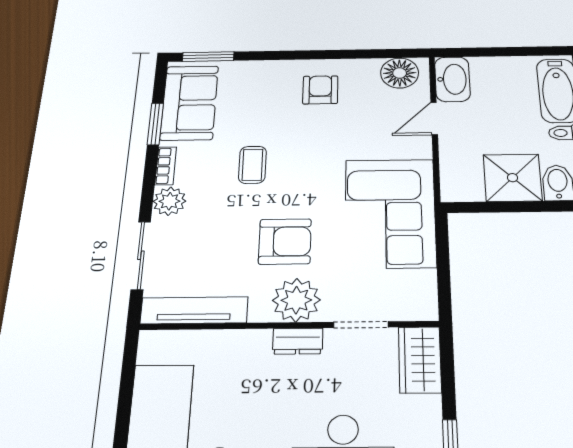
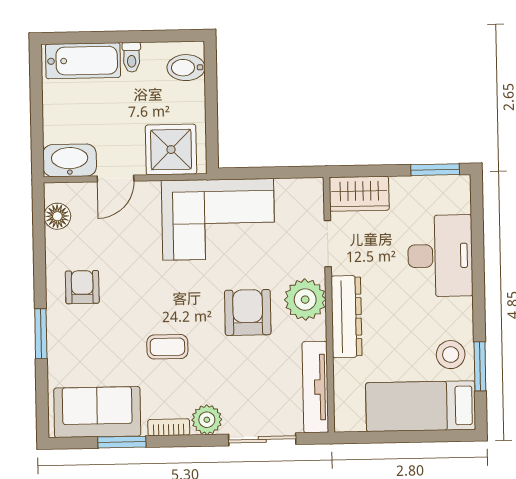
window: (208, 57) -> (41, 334), moved
floor lamp: (400, 73) -> (57, 216), width x0.73, depth x0.73
armchair: (320, 90) -> (82, 287), turned 90
door: (434, 119) -> (115, 179), hinge flipped
shower: (513, 178) -> (171, 150), moved
dresser: (298, 341) -> (347, 317), width x1.96, depth x1.24

